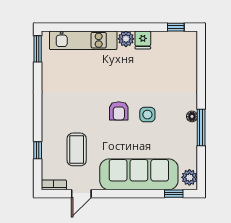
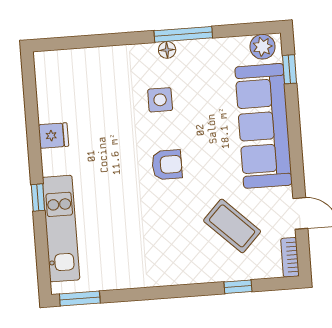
window: (176, 27) -> (38, 197), moved
plant: (126, 39) -> (54, 162), removed
side table: (147, 115) -> (160, 100), moved
coffee table: (77, 149) -> (232, 226), turned 44

